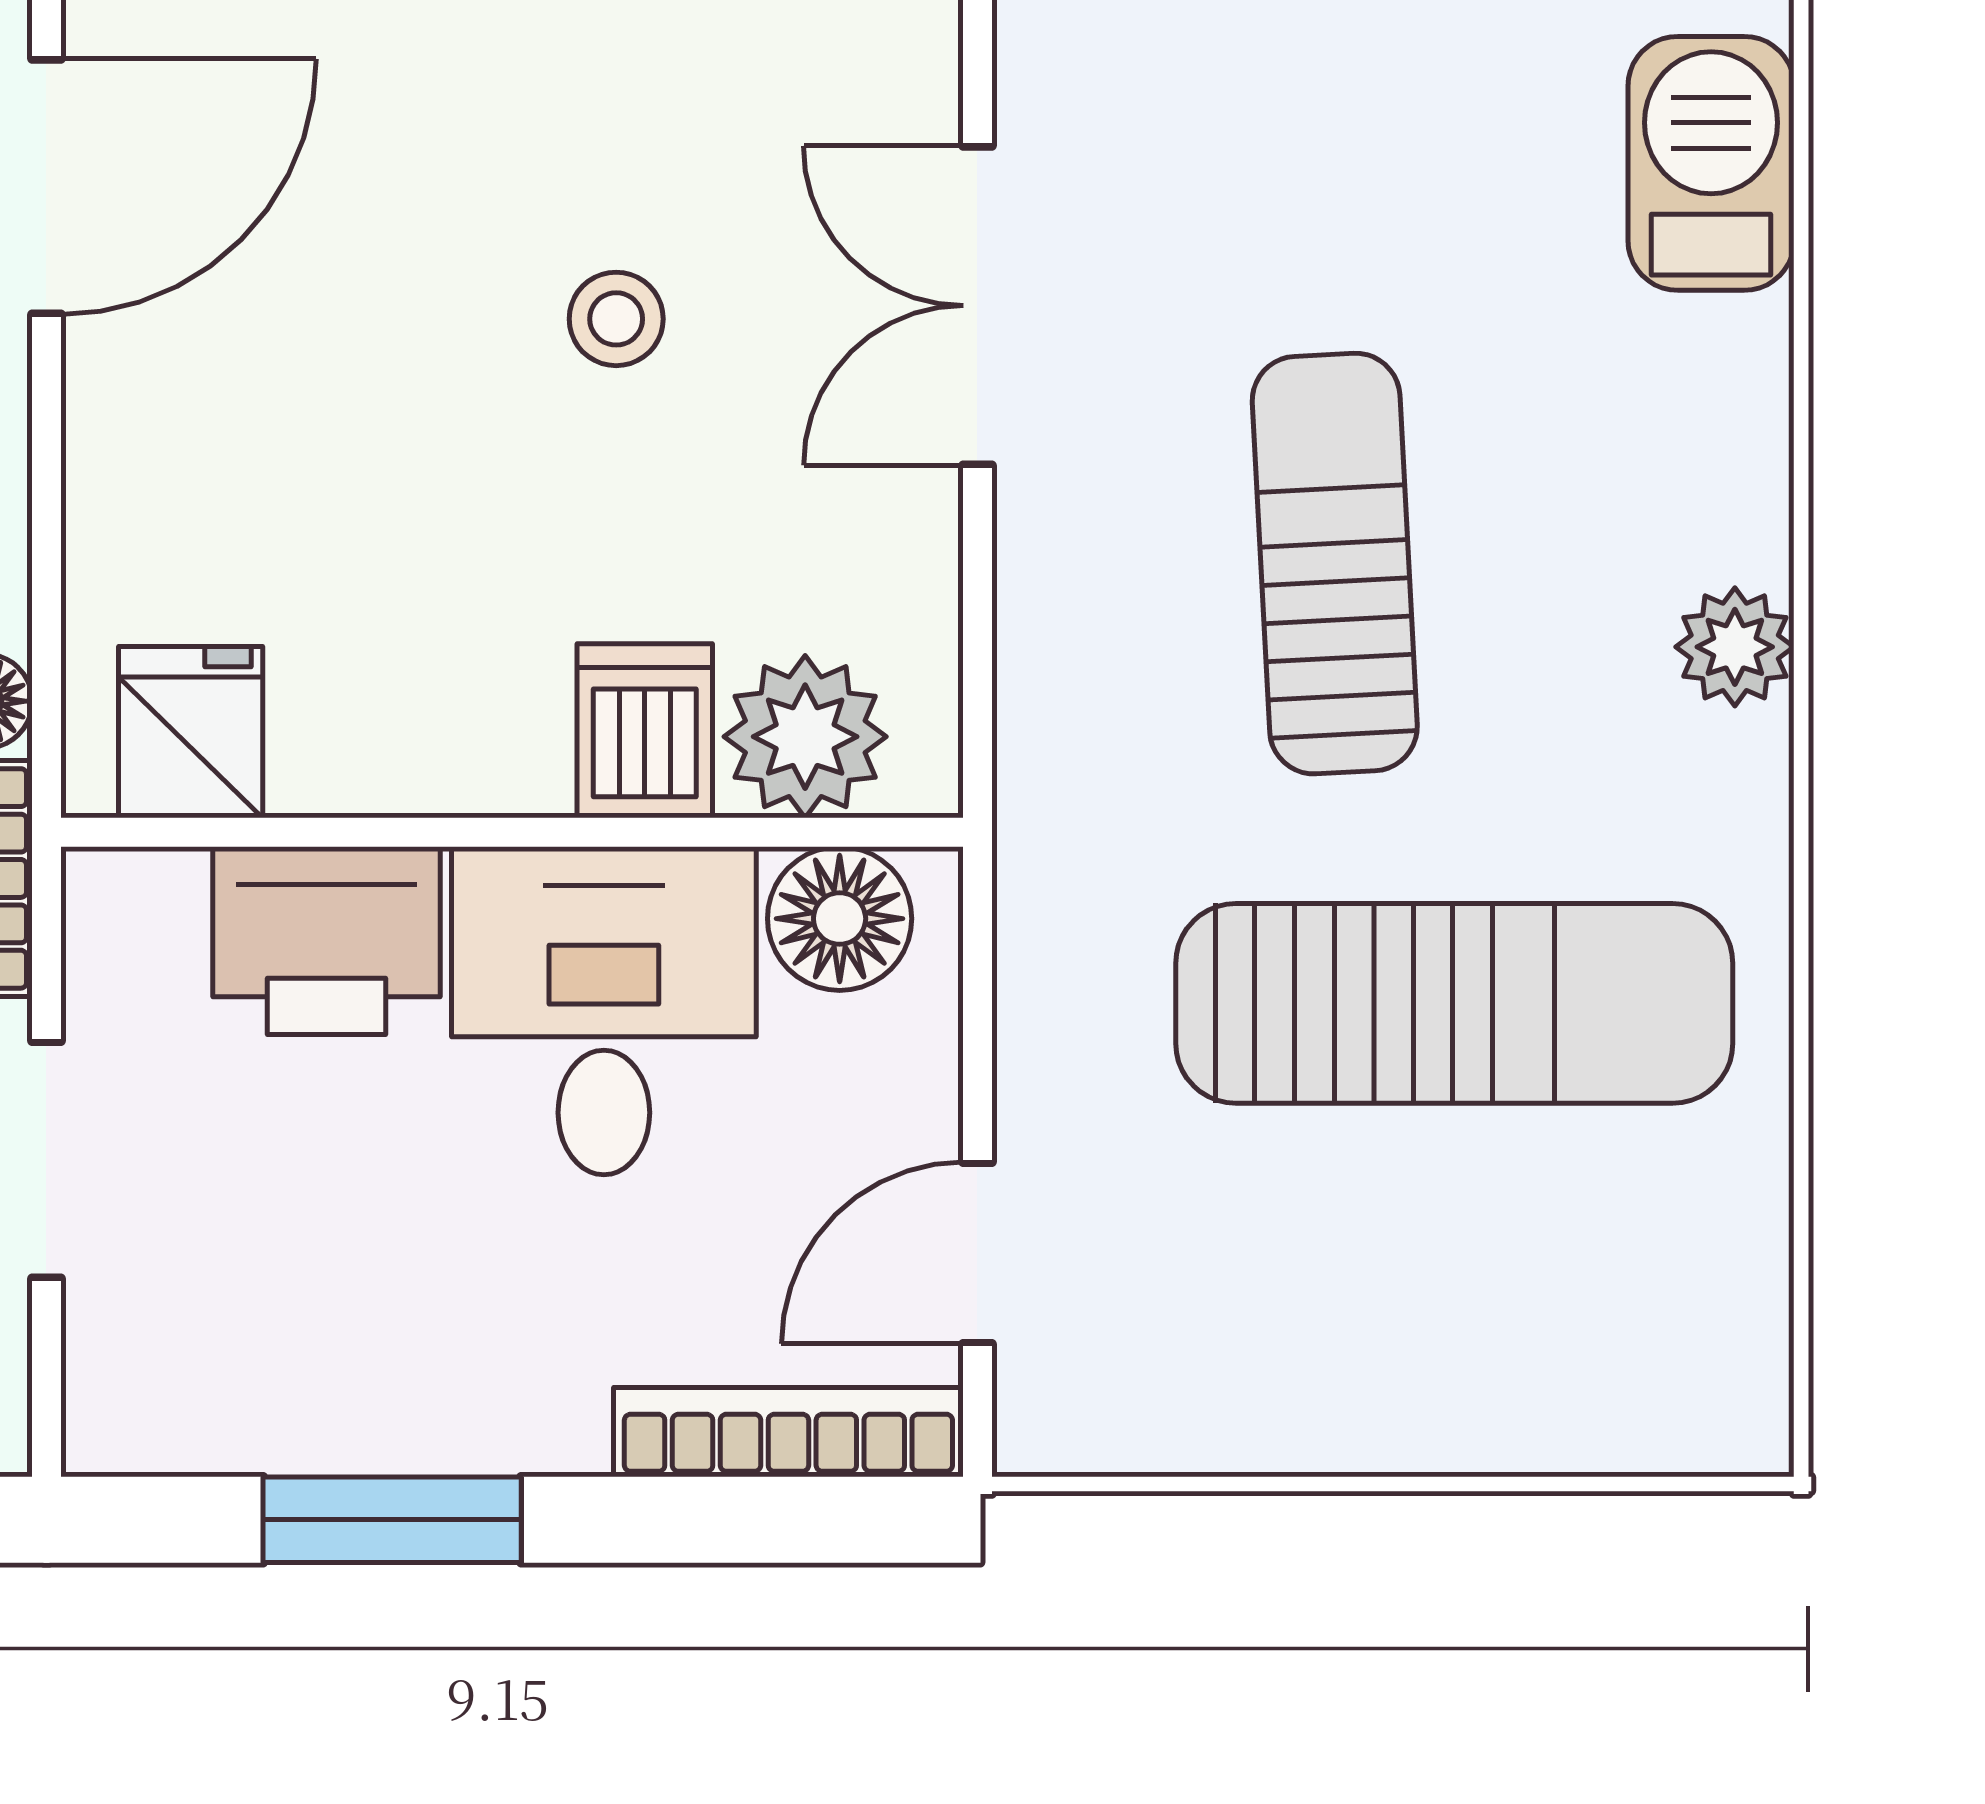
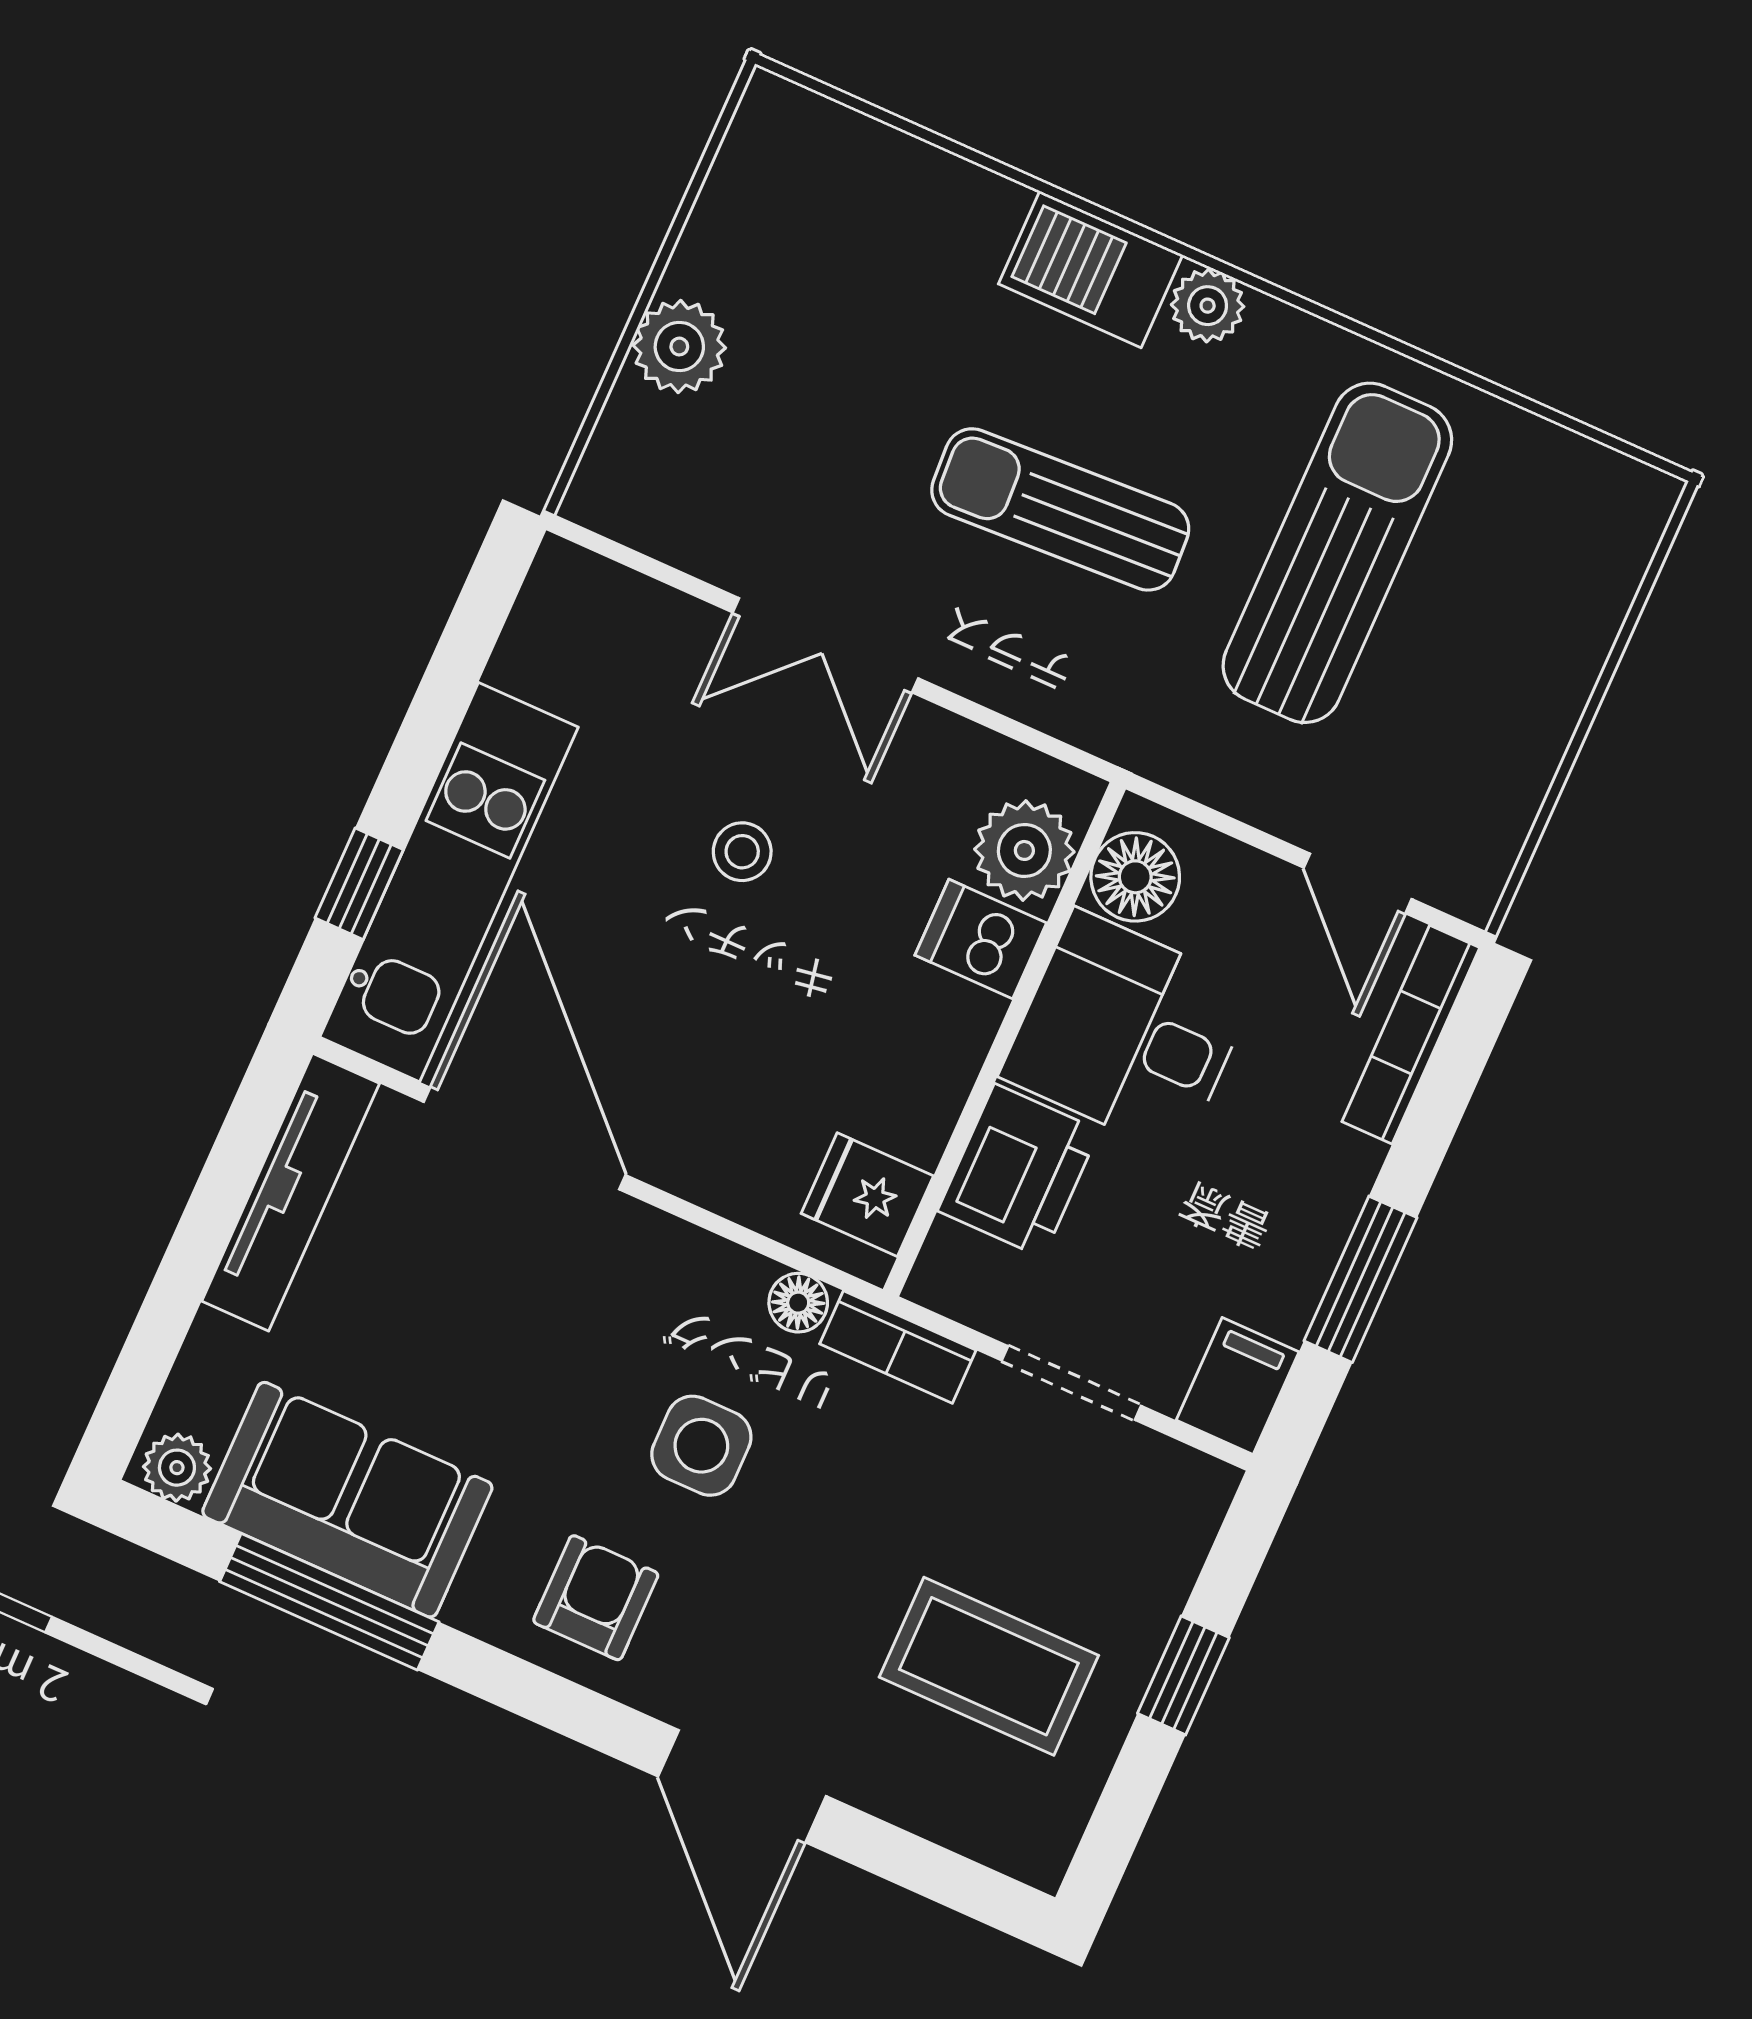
barbecue: (1711, 163) -> (1091, 269), moved
door: (46, 187) -> (525, 1138), width x1.36
filing cabinet: (152, 1408) -> (1238, 1386), added

